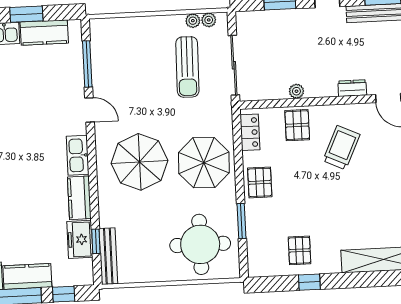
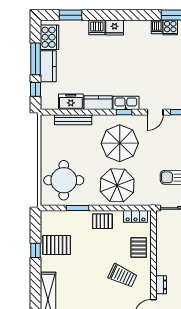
plant: (296, 91) -> (161, 248), removed
pallet: (297, 125) -> (139, 248), turned 90
window: (96, 241) -> (124, 112), moved
pallet: (299, 250) -> (57, 245), width x1.50, depth x1.42
bench: (108, 256) -> (73, 120), moved

